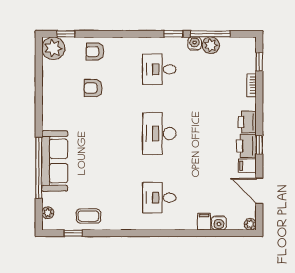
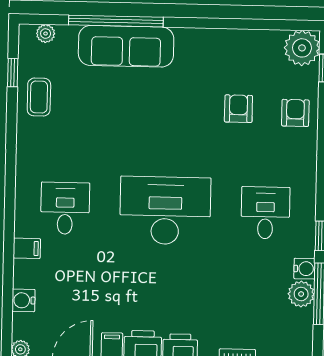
desk: (159, 134) -> (165, 210), width x1.36, depth x1.30
filing cabinet: (204, 222) -> (27, 248), moved

